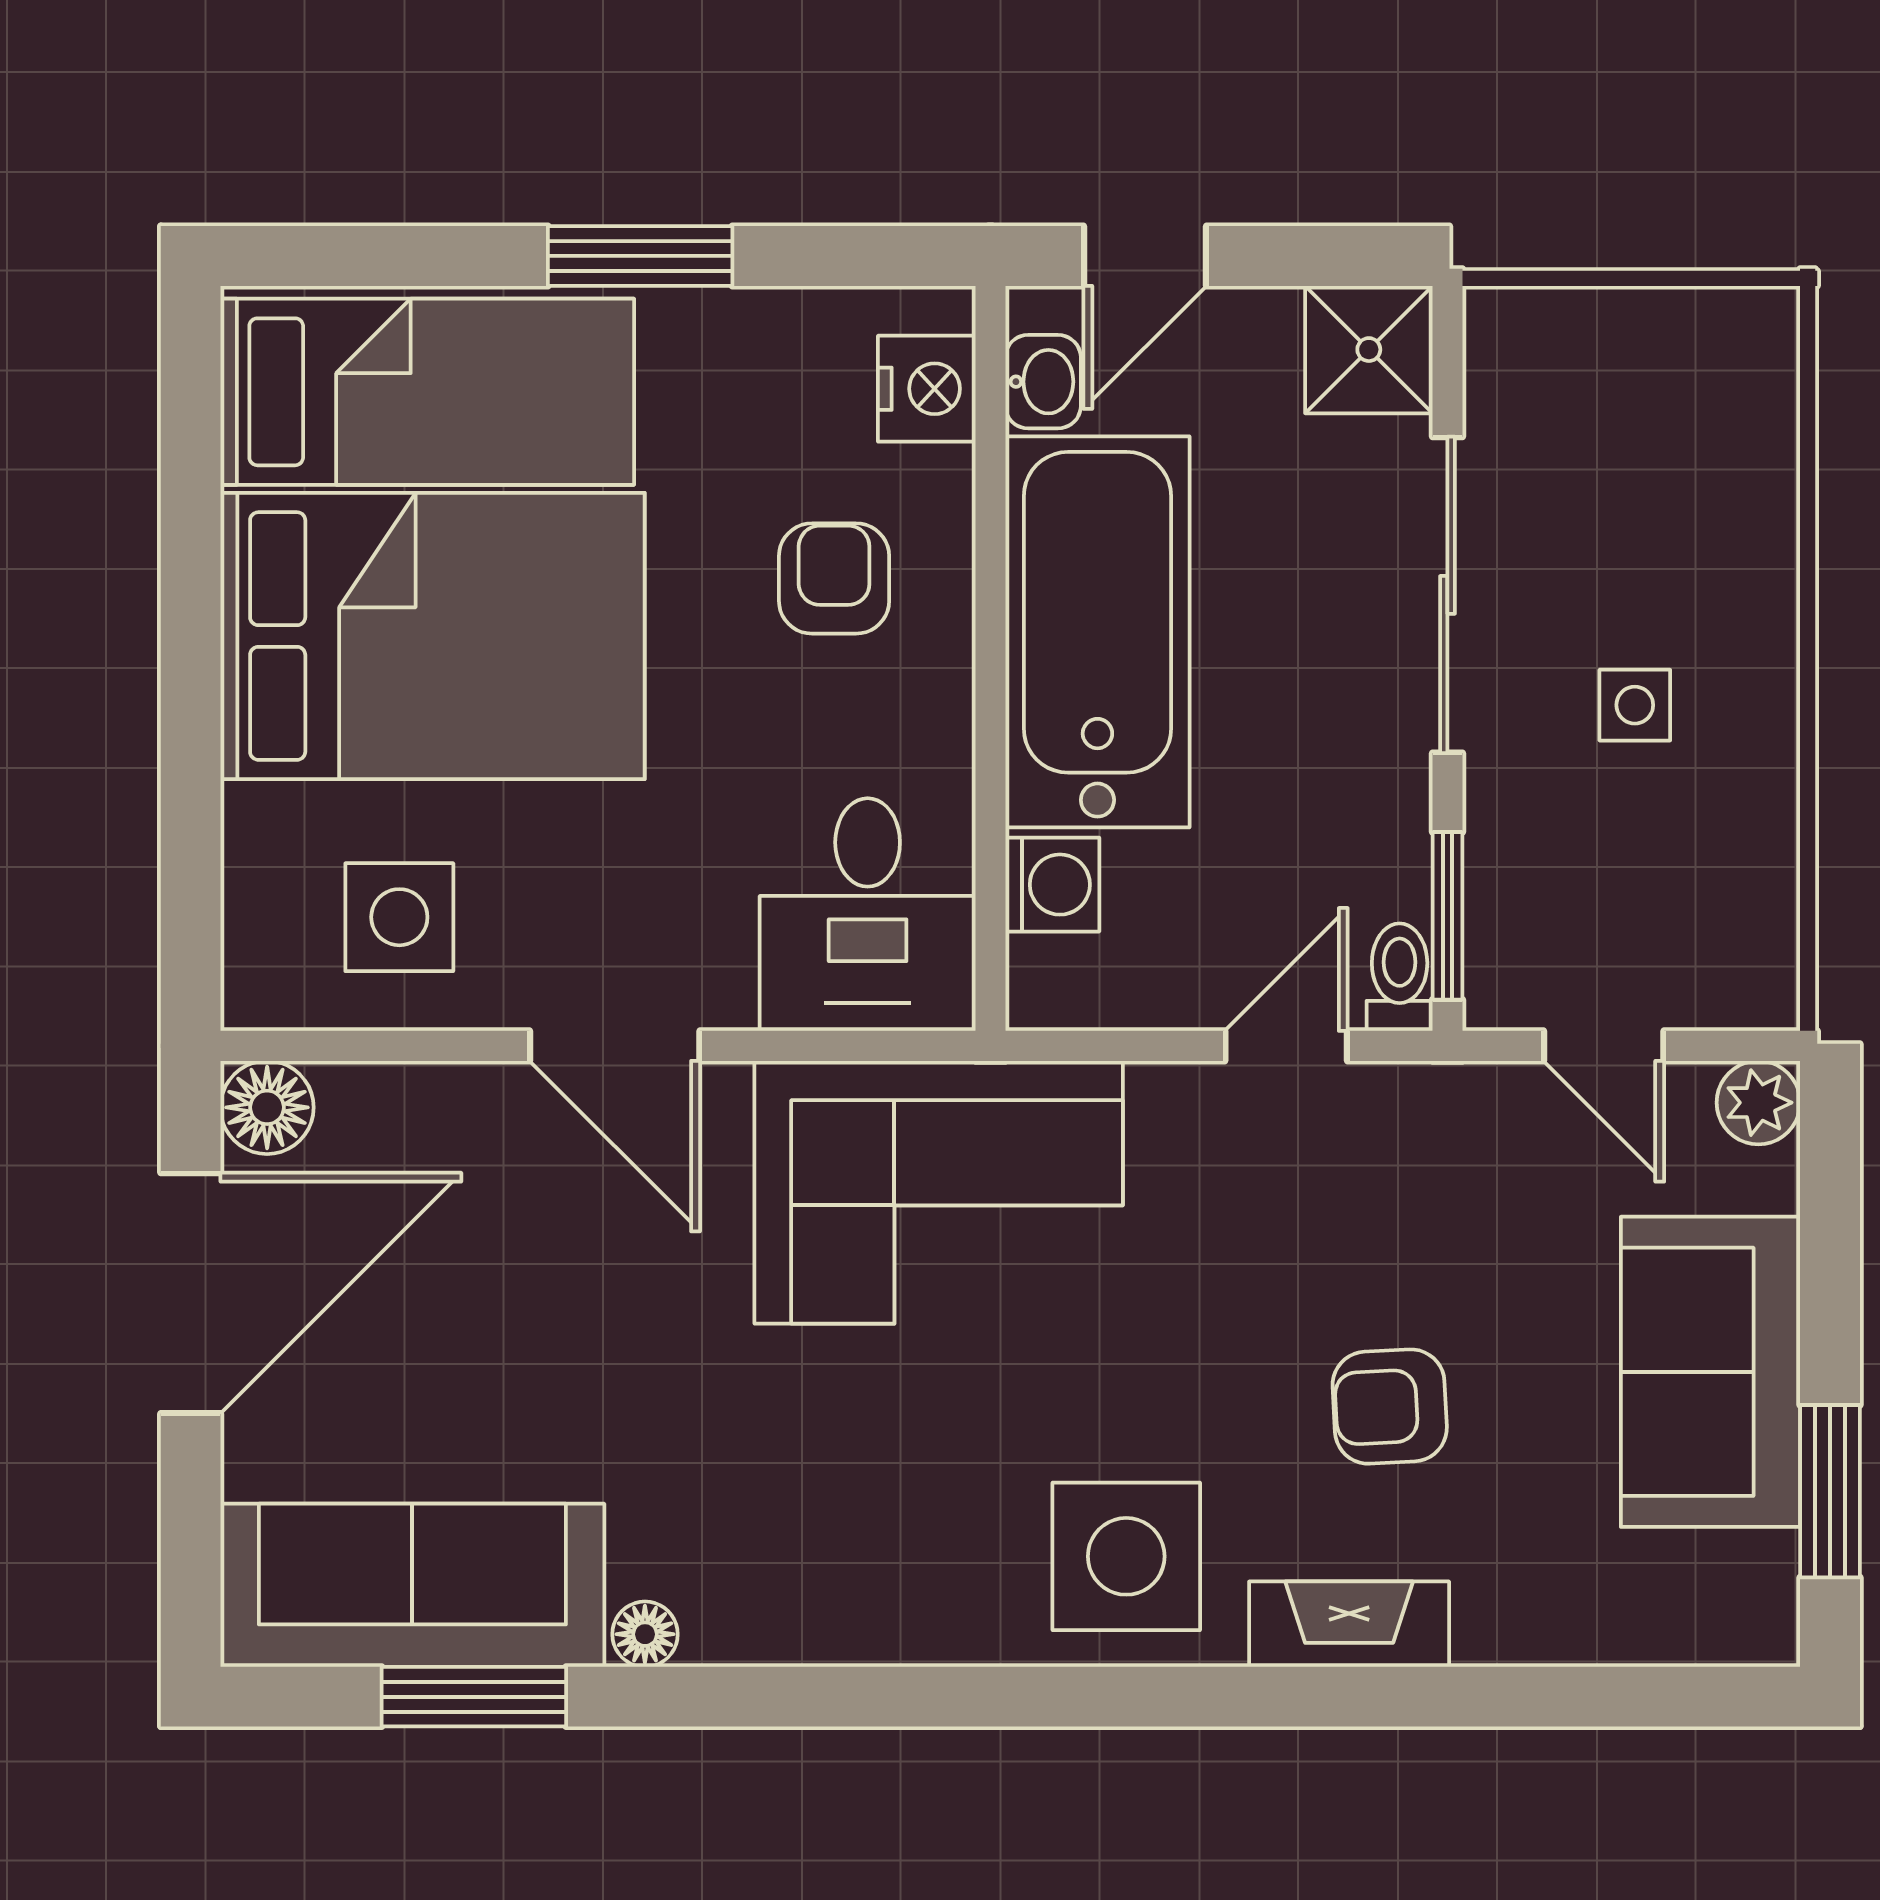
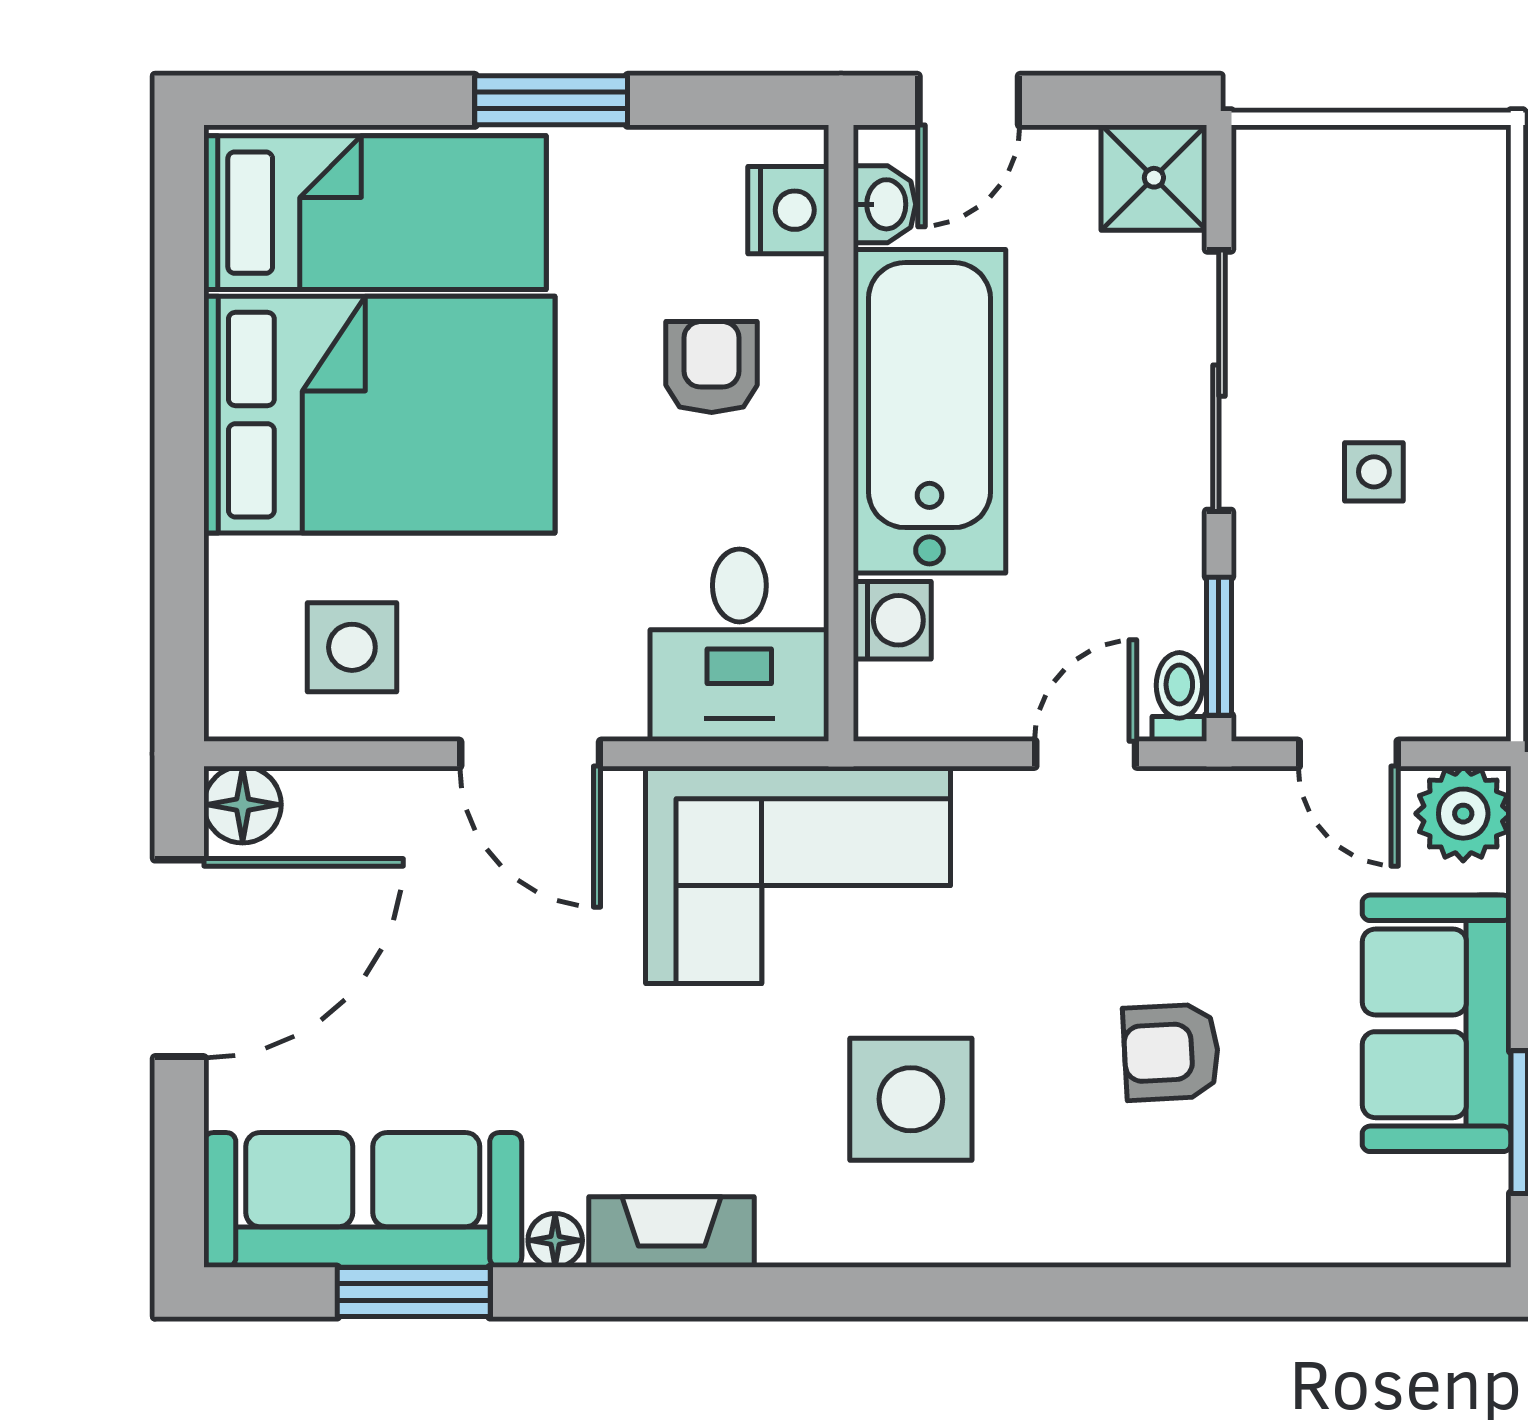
plant: (1758, 1103) -> (1463, 814), width x1.38, depth x1.38
side table: (1126, 1556) -> (911, 1099), moved
fireplace: (1349, 1624) -> (672, 1232), moved

